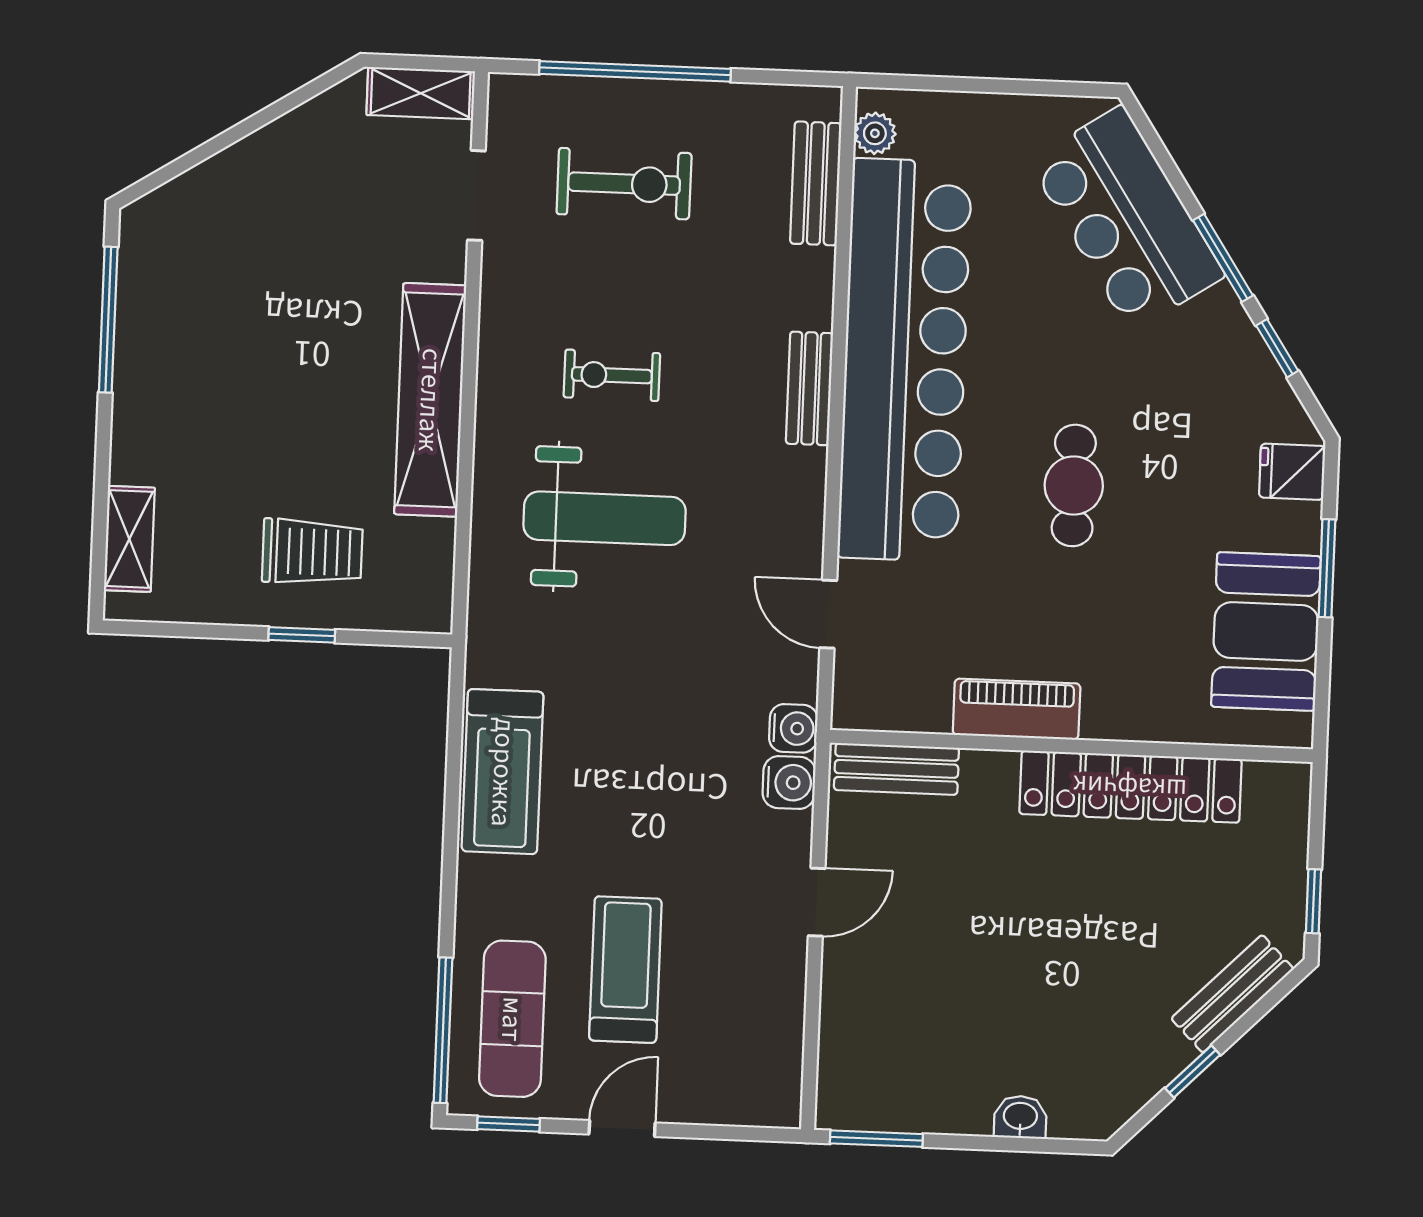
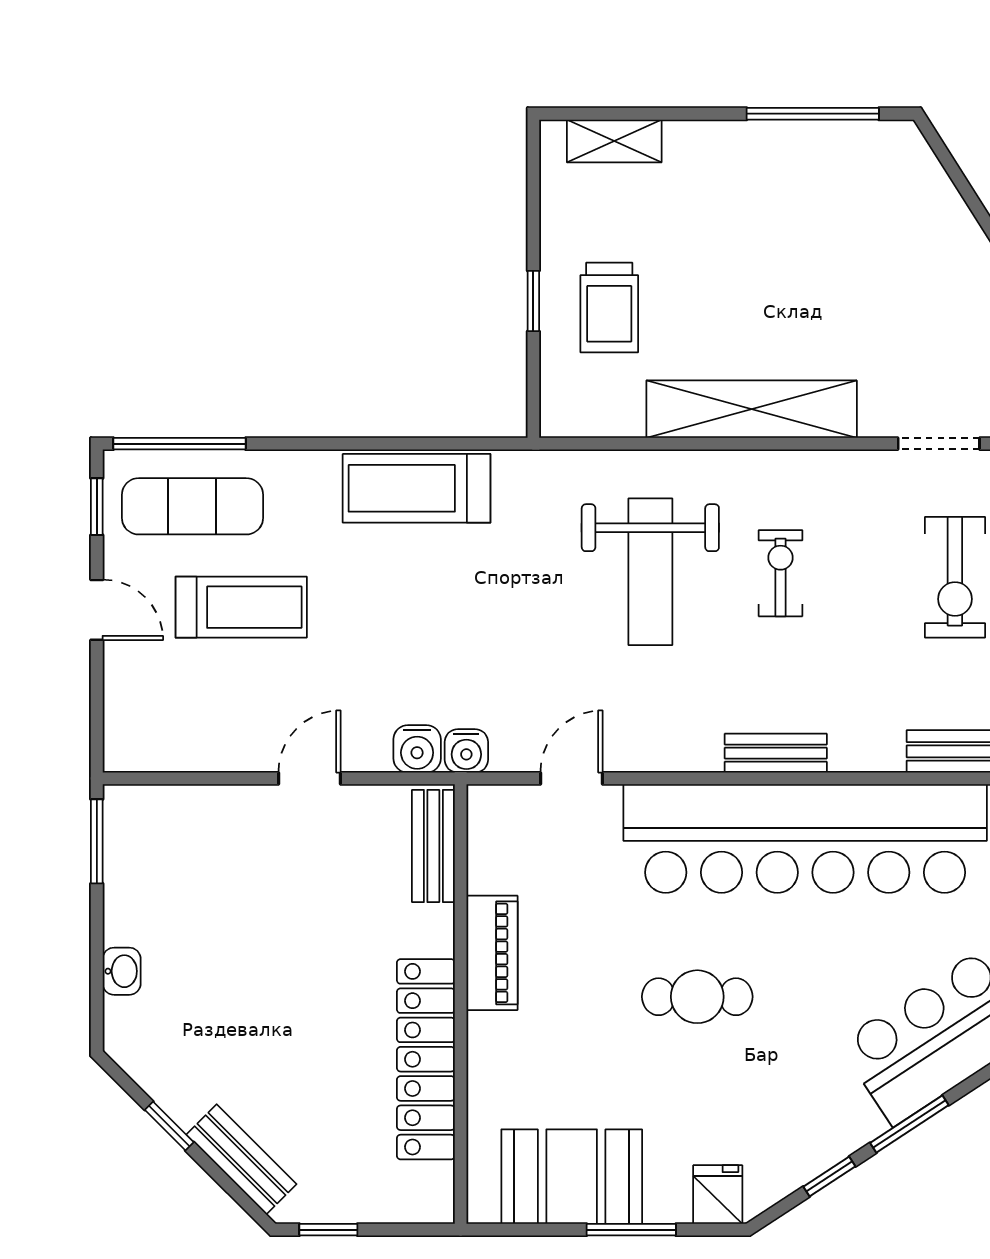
door: (817, 902) -> (309, 778), swing flipped

